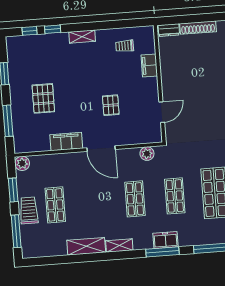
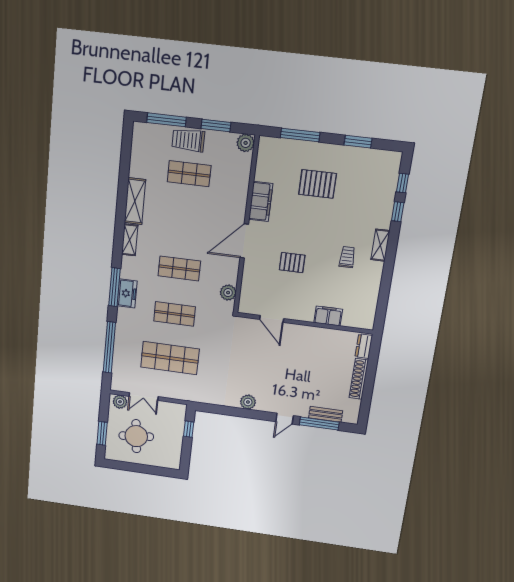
trolley: (125, 46) -> (347, 257), moved
trolley: (29, 210) -> (188, 140), turned 180

